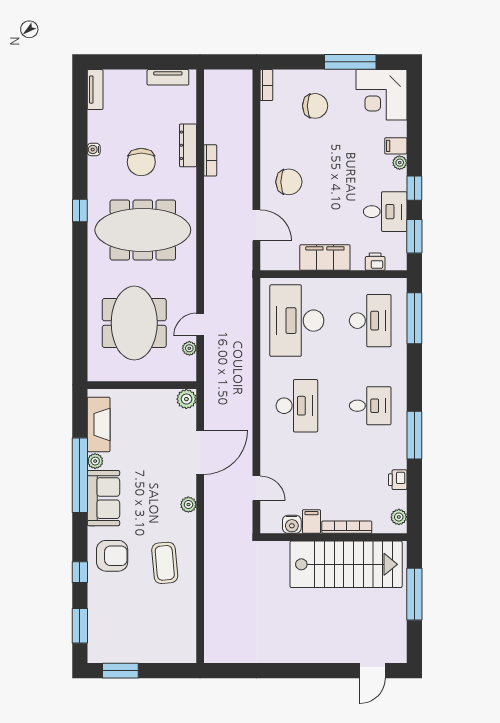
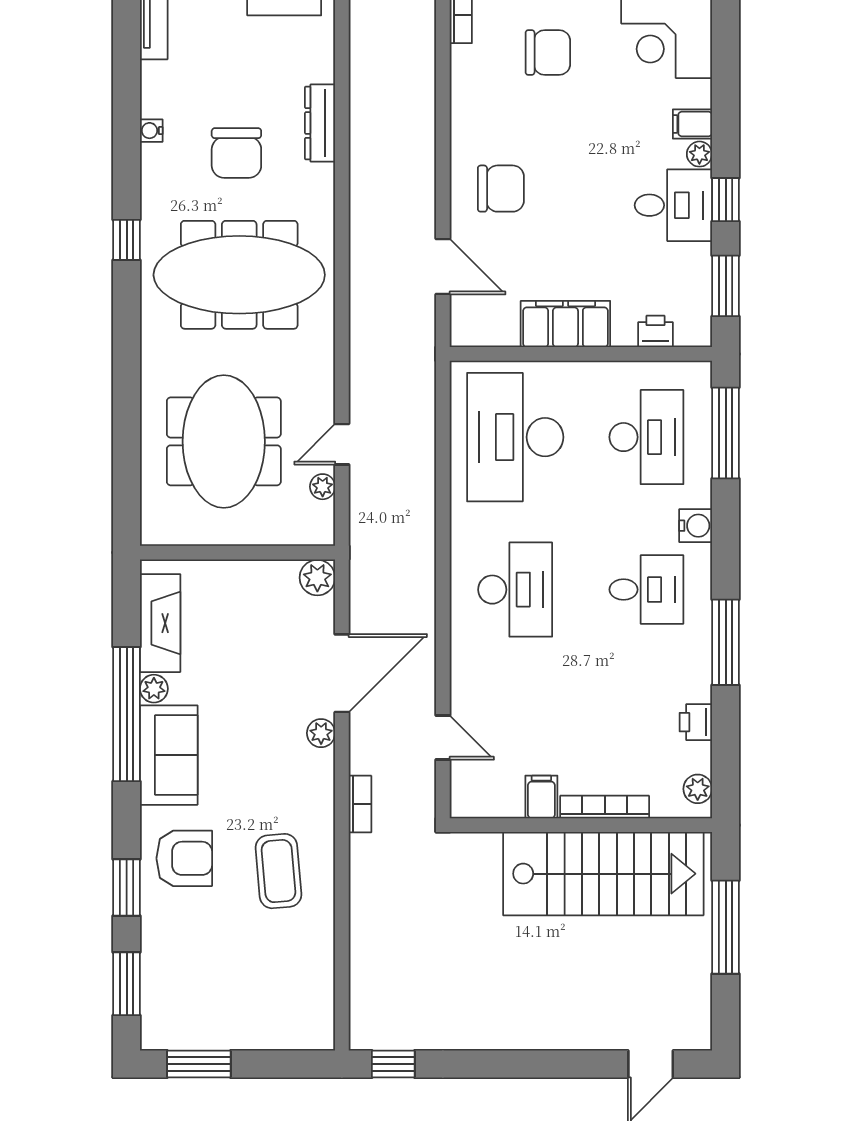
bookcase: (210, 160) -> (360, 804), moved
desk: (385, 212) -> (673, 205), moved
plant: (188, 505) -> (321, 733), moved
water cooler: (292, 524) -> (696, 526), moved, turned -90
window: (80, 572) -> (127, 887), width x1.50
window: (229, 671) -> (393, 1064), added

